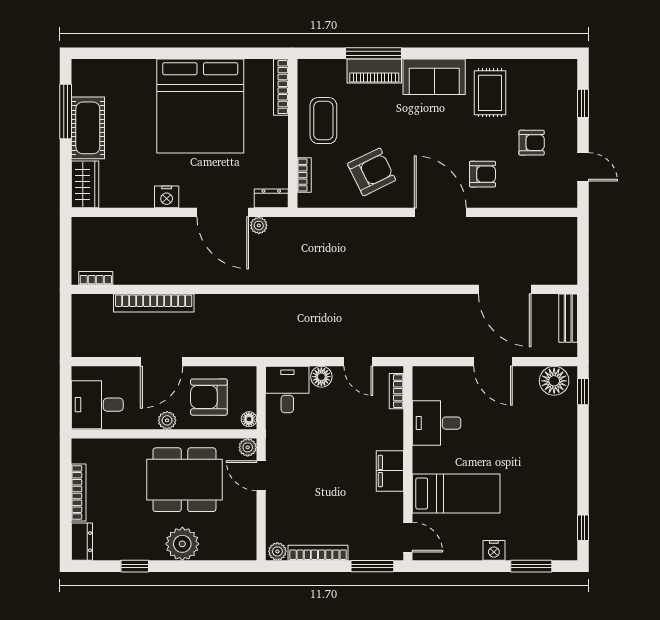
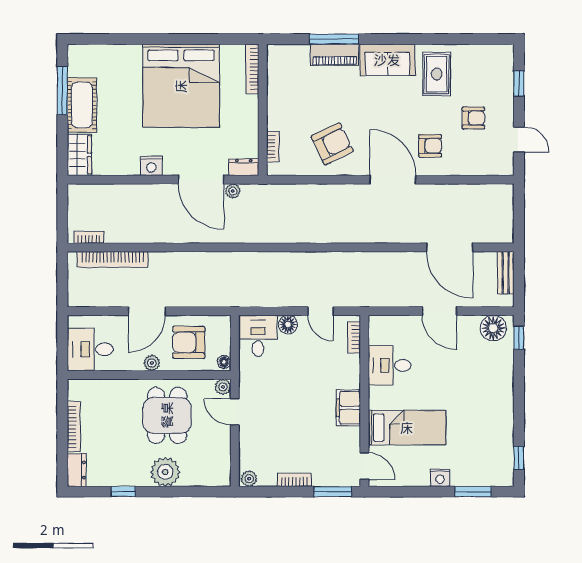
coffee table: (323, 121) -> (290, 99), removed
bookcase: (154, 303) -> (113, 259), moved
dining table: (184, 480) -> (167, 415), width x0.73
bookcase: (318, 553) -> (294, 480), width x0.64

